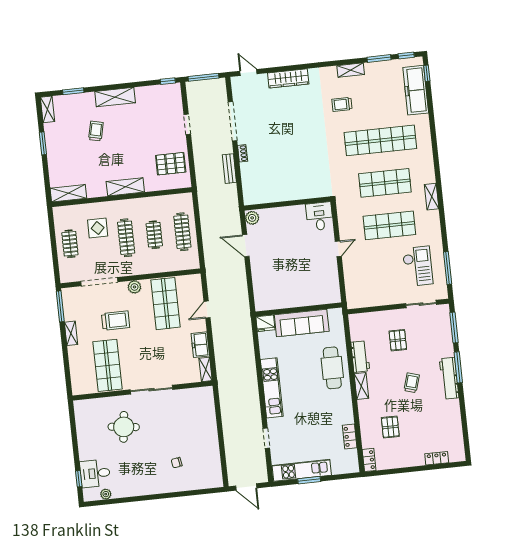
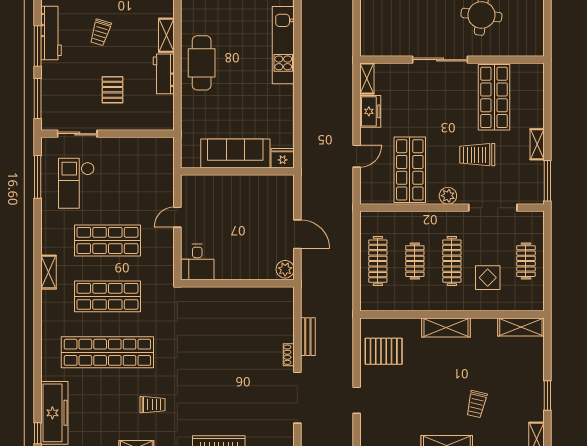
wall: (299, 310) -> (237, 171), moved
fridge: (265, 323) -> (283, 158), moved
sofa: (302, 323) -> (235, 153), moved

